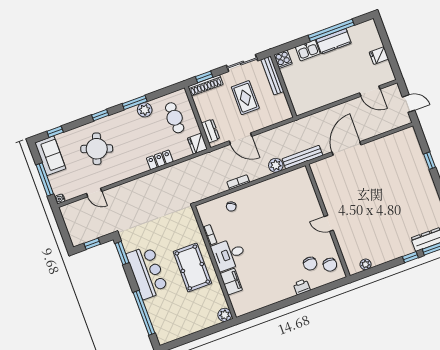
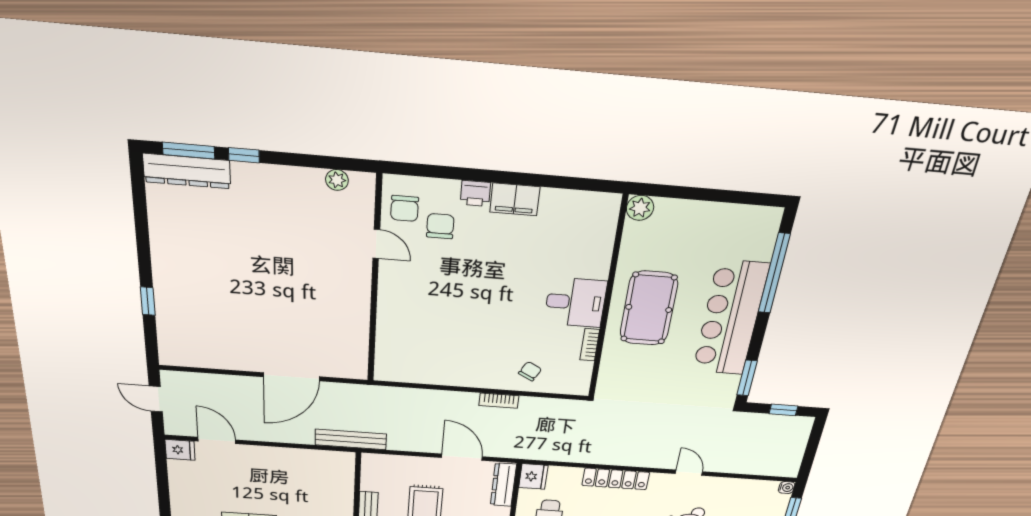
fridge: (379, 56) -> (180, 450), moved
dresser: (210, 131) -> (503, 485), width x1.44
bench: (302, 157) -> (351, 439), moved
locker: (160, 160) -> (616, 479), width x1.53
plant: (276, 165) -> (424, 400), removed
door: (94, 192) -> (689, 473), moved
door: (329, 223) -> (376, 244), moved
chair: (330, 265) -> (405, 208), turned 180
bar counter: (147, 272) -> (730, 318), width x1.36
filing cabinet: (231, 282) -> (515, 199), moved, turned -90

